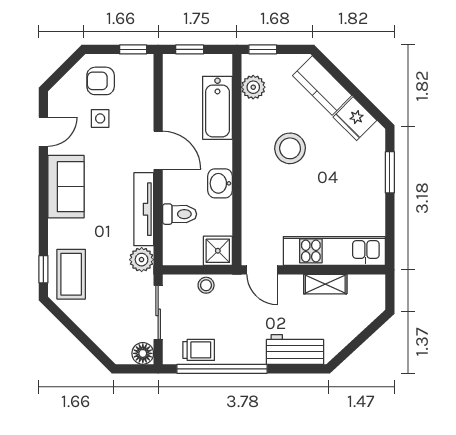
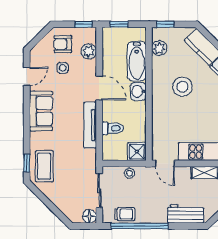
washbasin: (220, 183) -> (138, 91), moved
plant: (142, 260) -> (89, 51), moved

